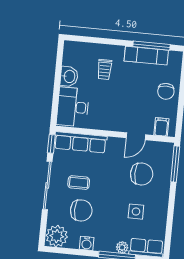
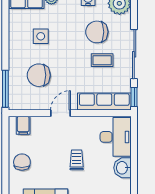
trolley: (104, 69) -> (77, 160), moved
door: (136, 136) -> (61, 113), moved

